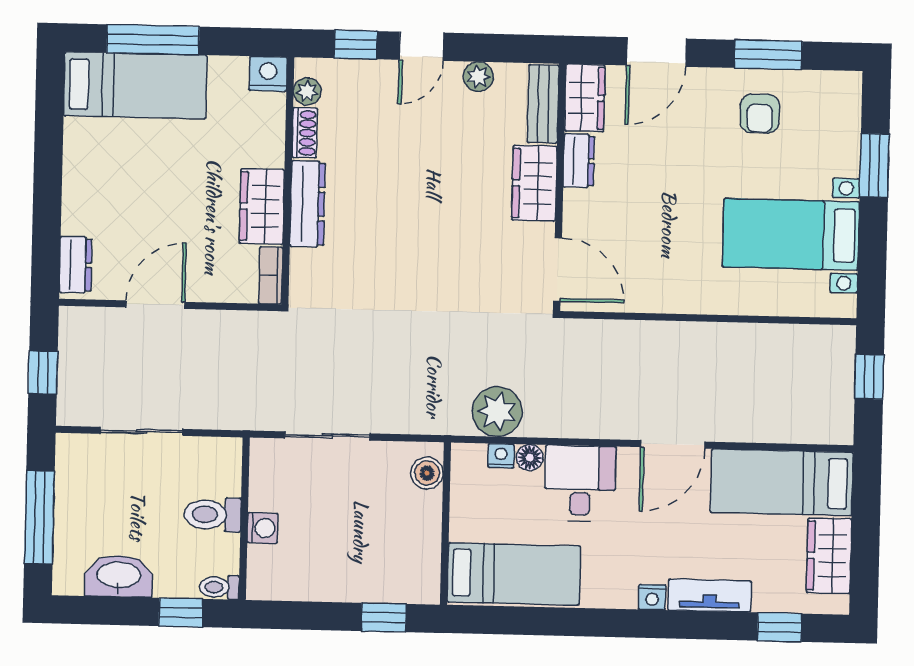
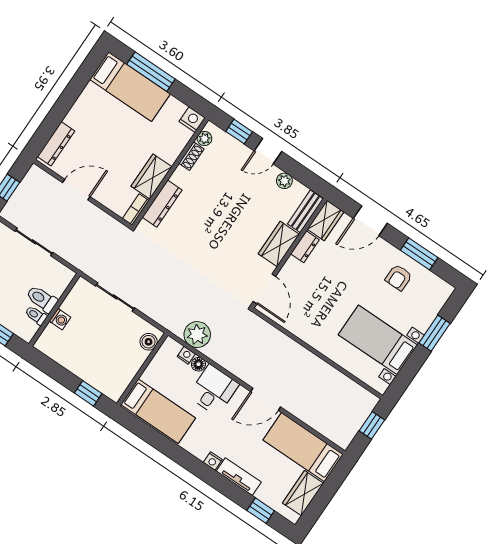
dresser: (308, 204) -> (162, 204), moved
dresser: (76, 265) -> (56, 144), width x1.44
toilet: (219, 587) -> (36, 315), moved

